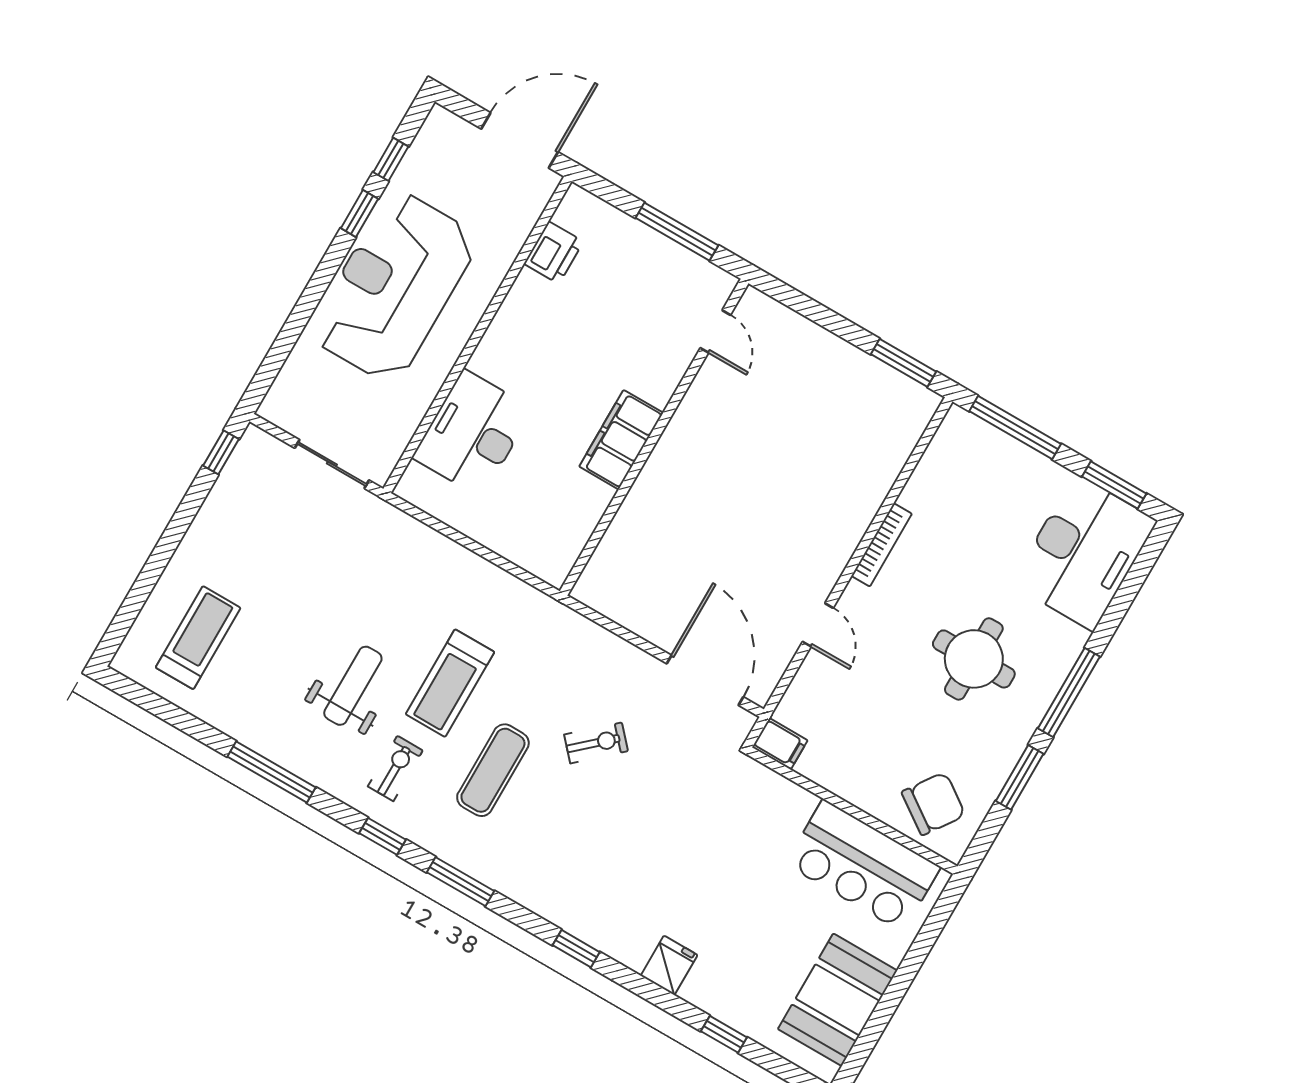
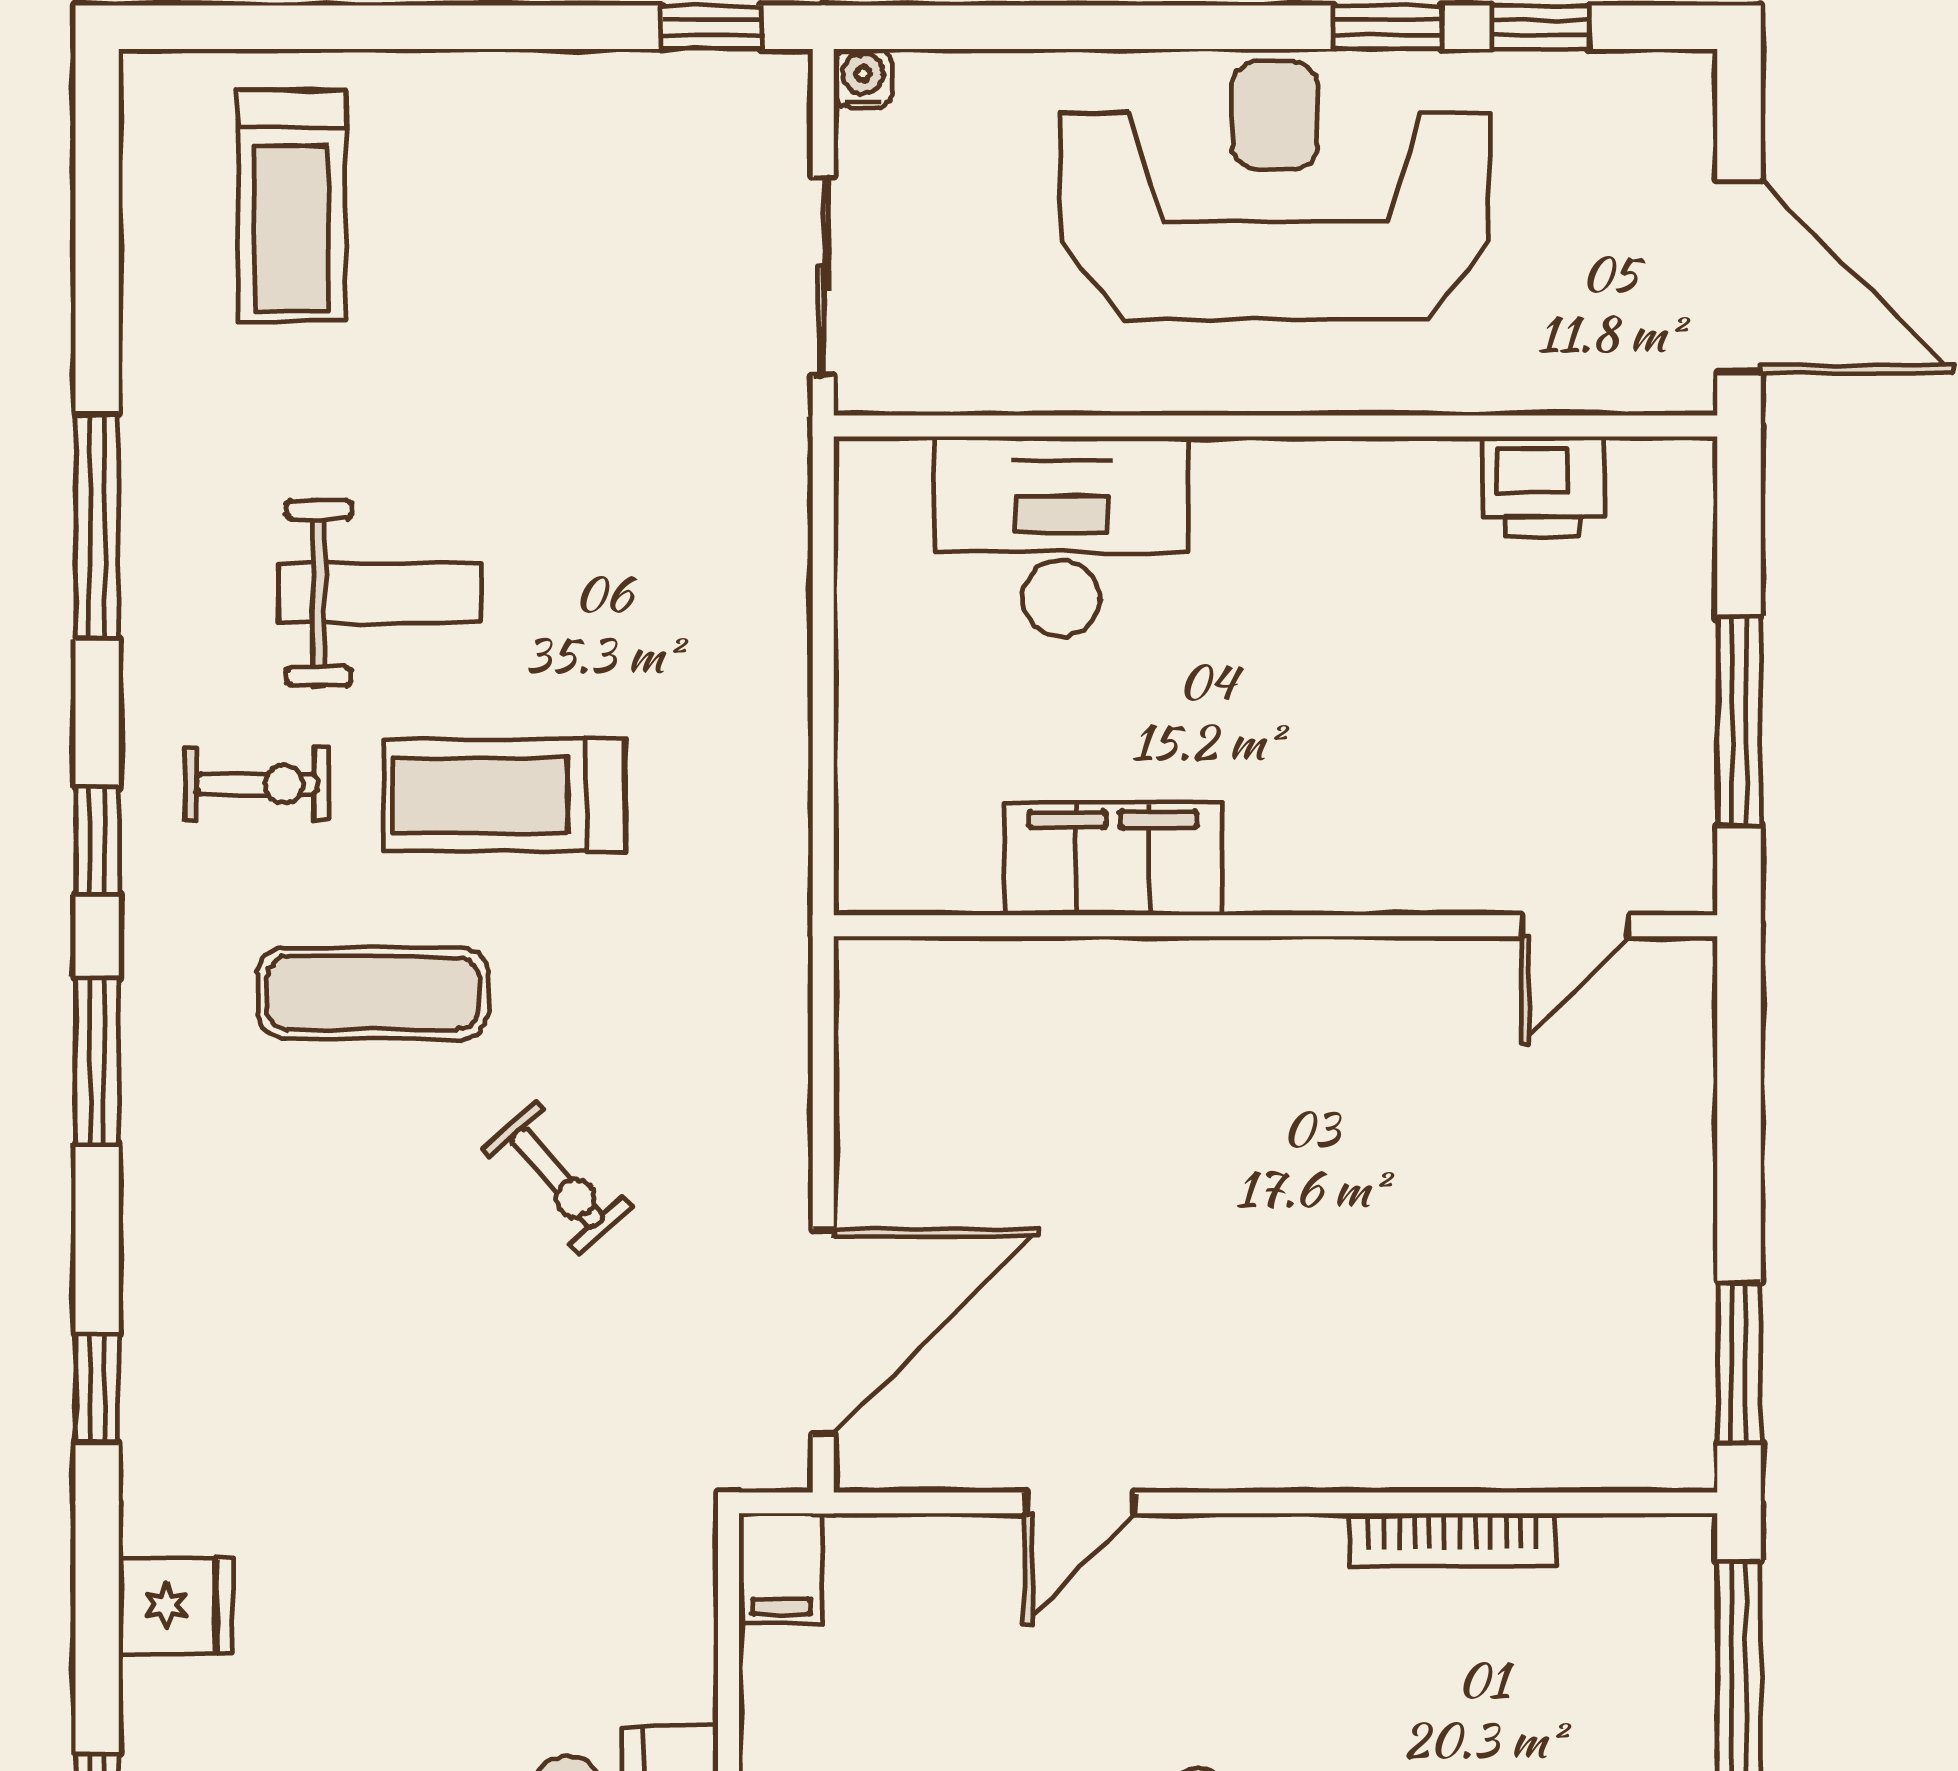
water cooler: (270, 409) -> (863, 78), added
filing cabinet: (621, 440) -> (1113, 859), moved
bookcase: (882, 545) -> (1452, 1540), moved
treadmill: (198, 638) -> (291, 206), turned 90

